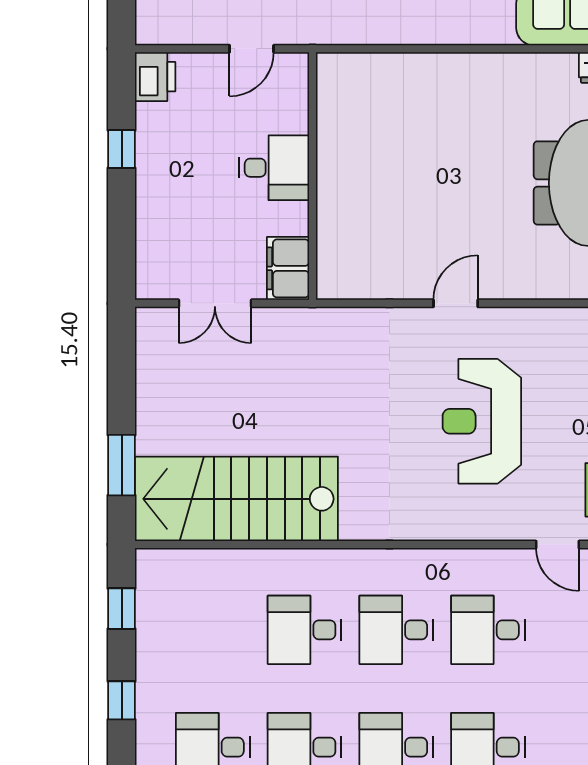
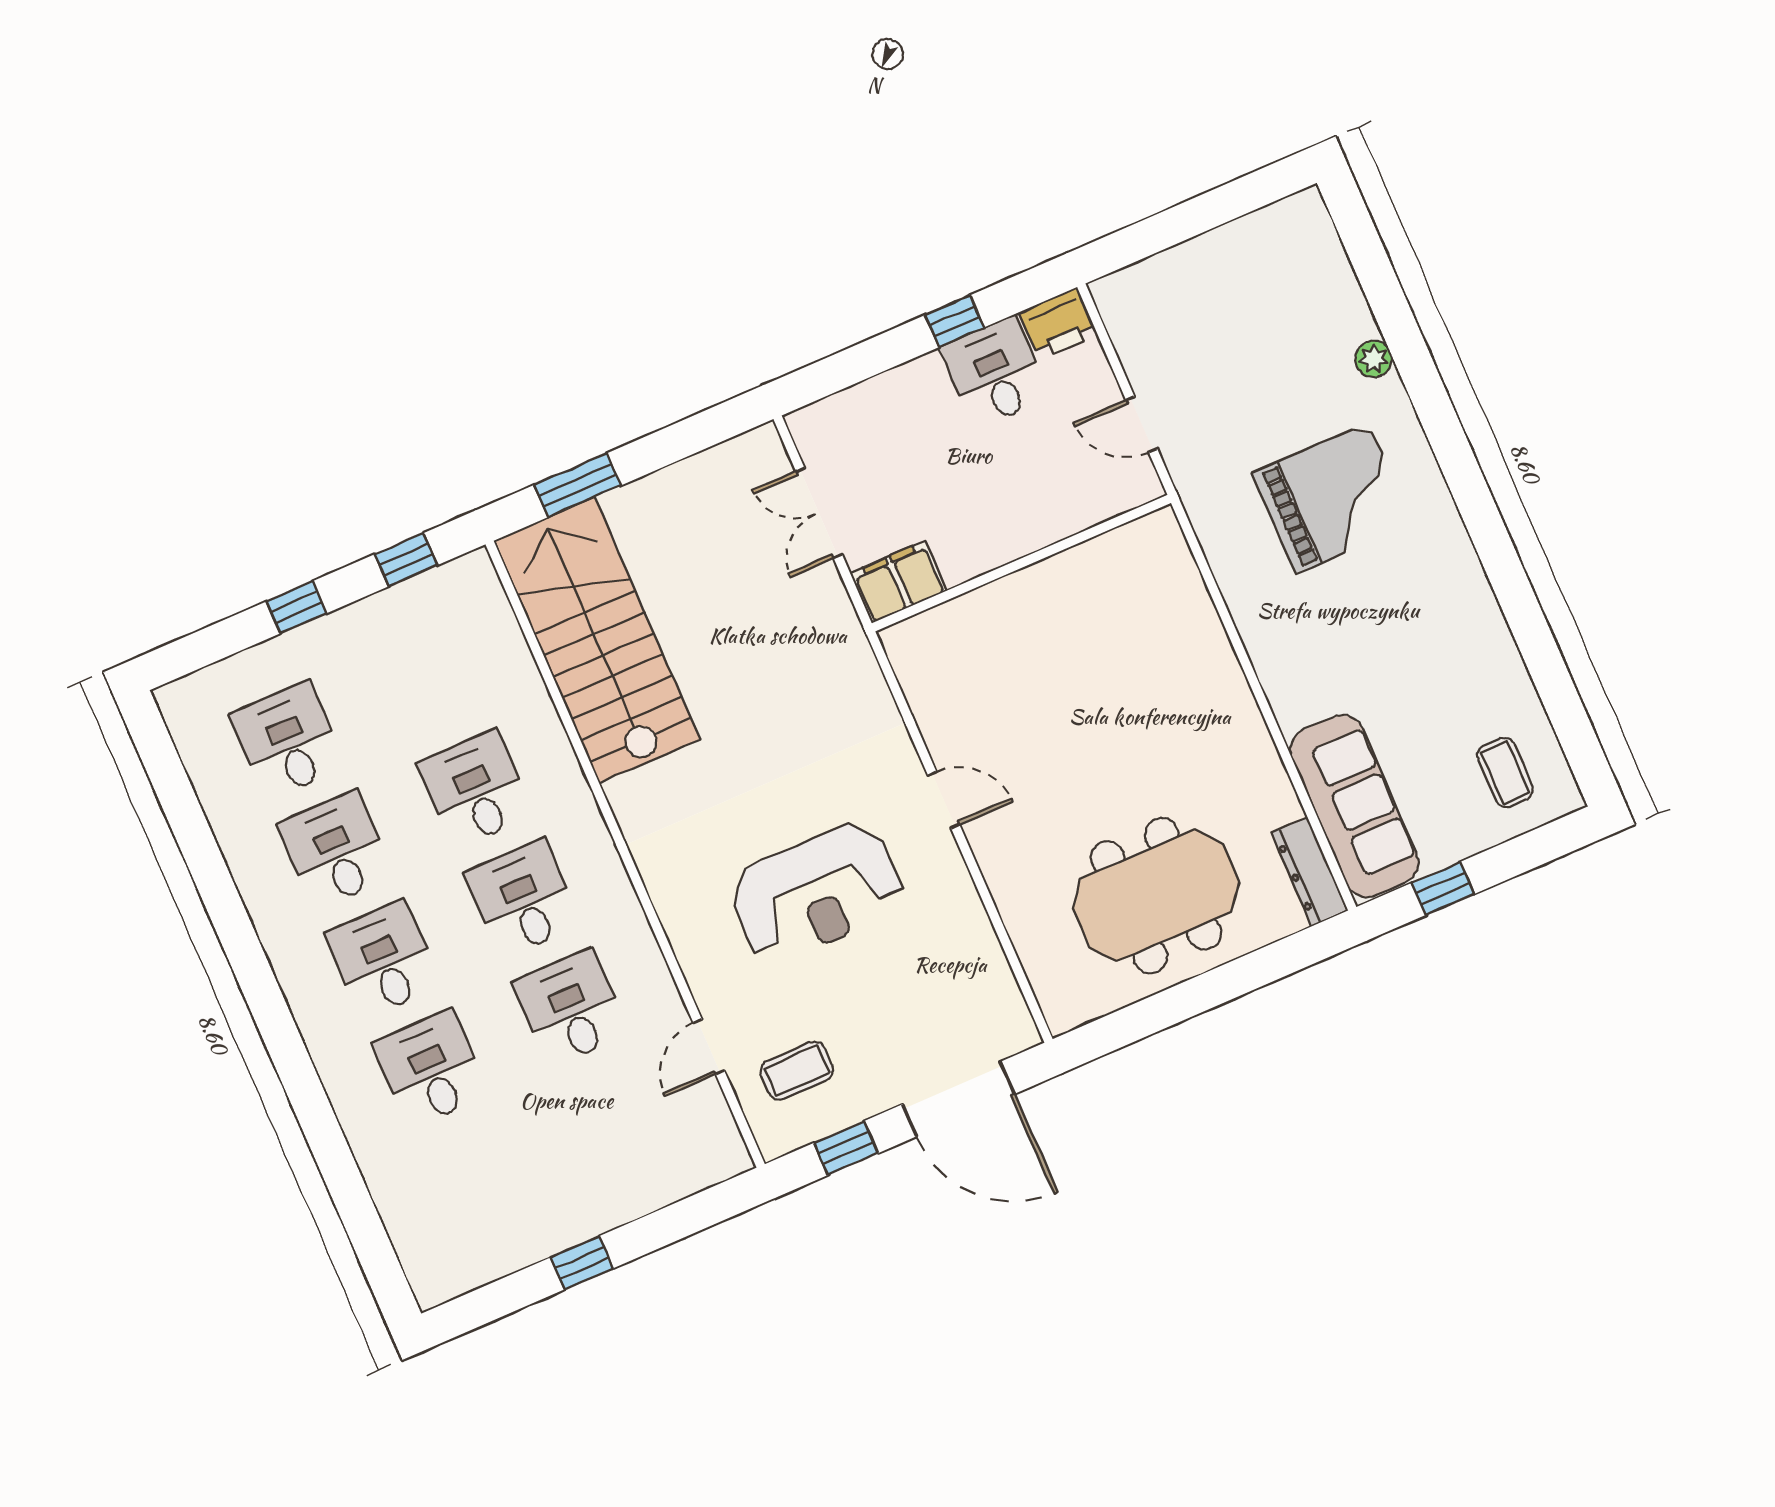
desk: (274, 168) -> (995, 372), moved, turned 180
reception desk: (482, 421) -> (817, 893), turned 180

